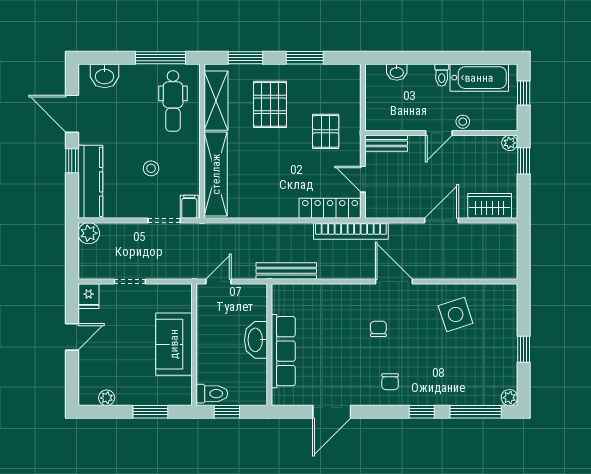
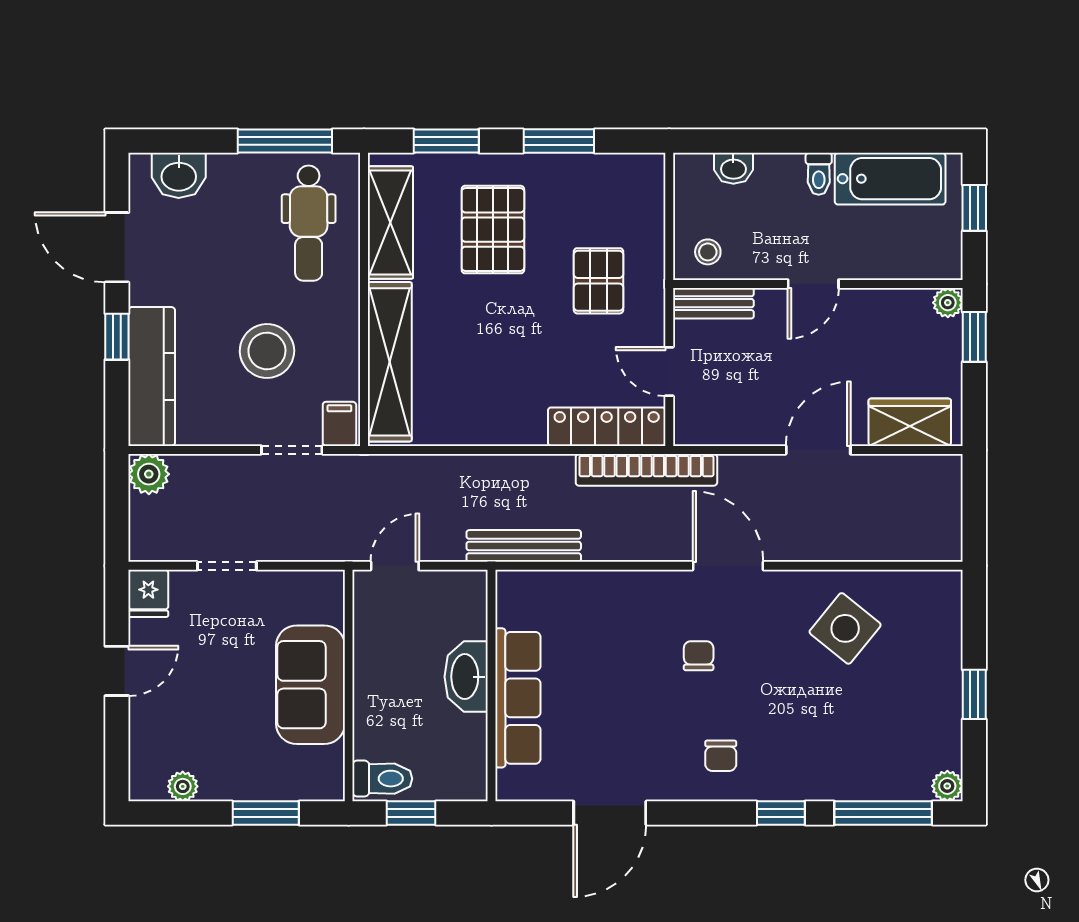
stool: (463, 122) -> (708, 252), moved
stool: (151, 168) -> (267, 351), width x1.89, depth x1.89
side table: (456, 315) -> (845, 628), turned -33

